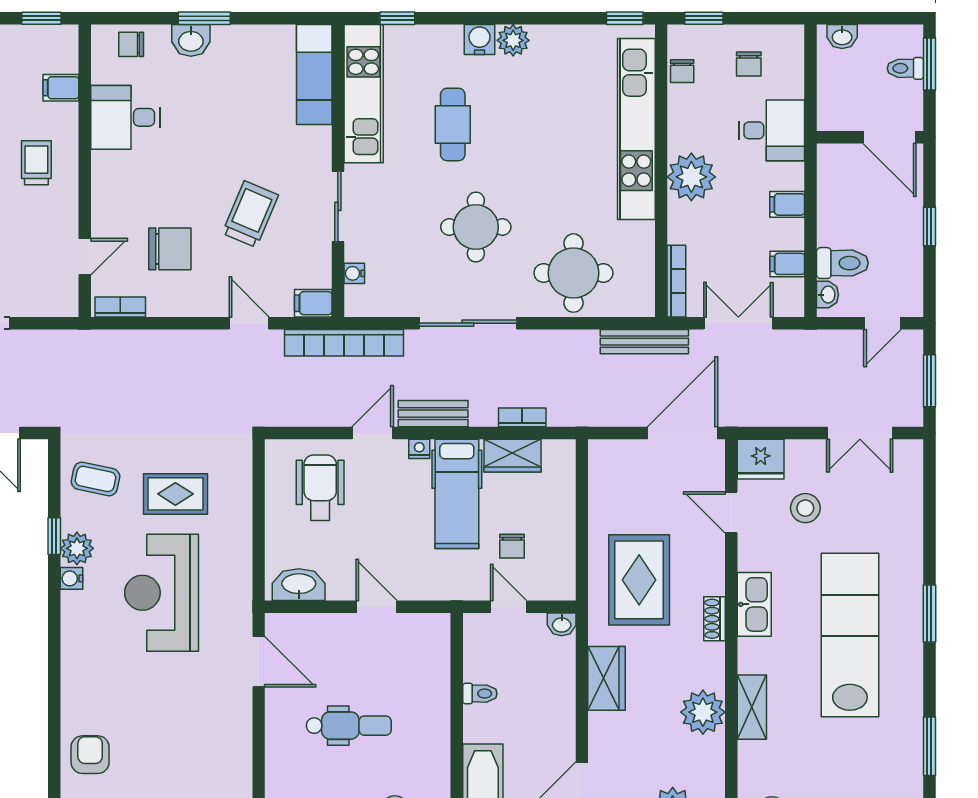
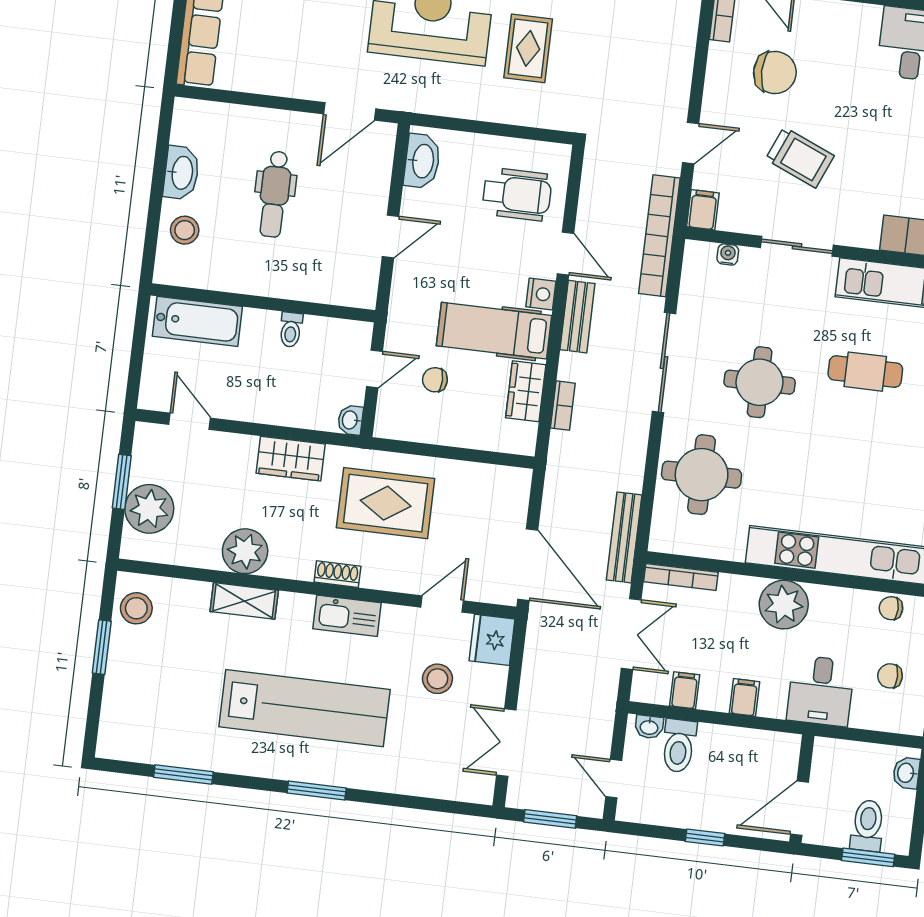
toilet: (905, 68) -> (868, 826), width x1.37, depth x1.39
chair: (170, 249) -> (775, 72), turned -90
nightstand: (419, 449) -> (541, 294), width x1.39, depth x1.35

